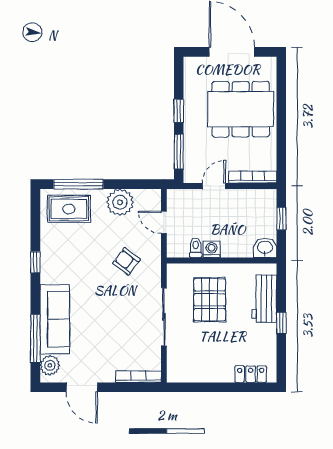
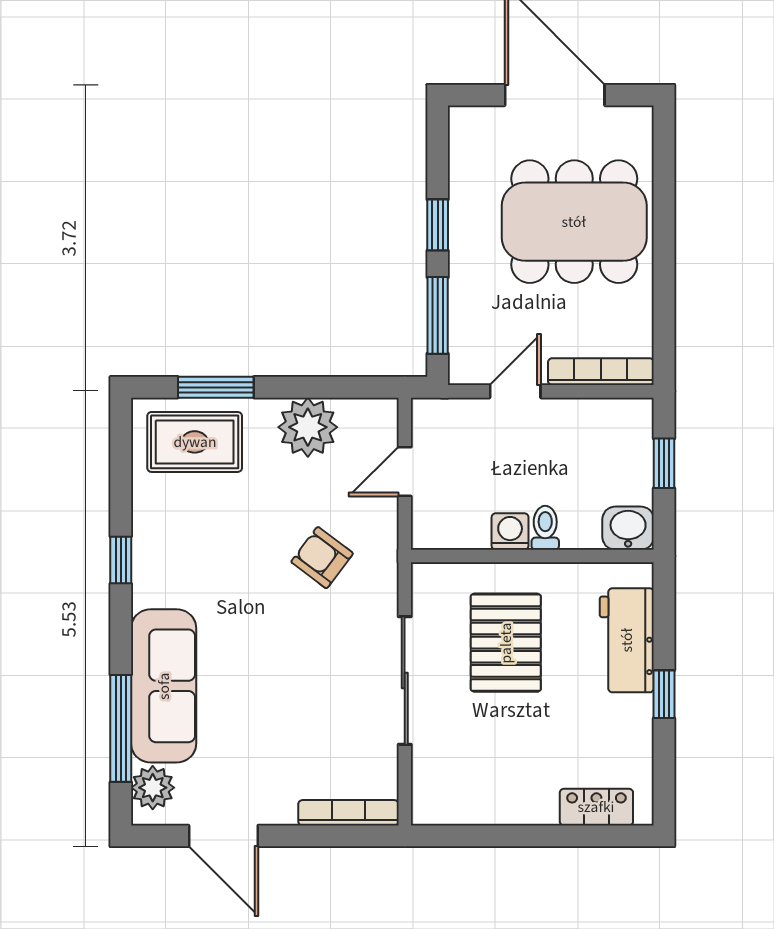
window: (78, 184) -> (216, 387), width x0.69
door: (164, 222) -> (405, 472), hinge flipped
toilet: (196, 248) -> (545, 528), moved

